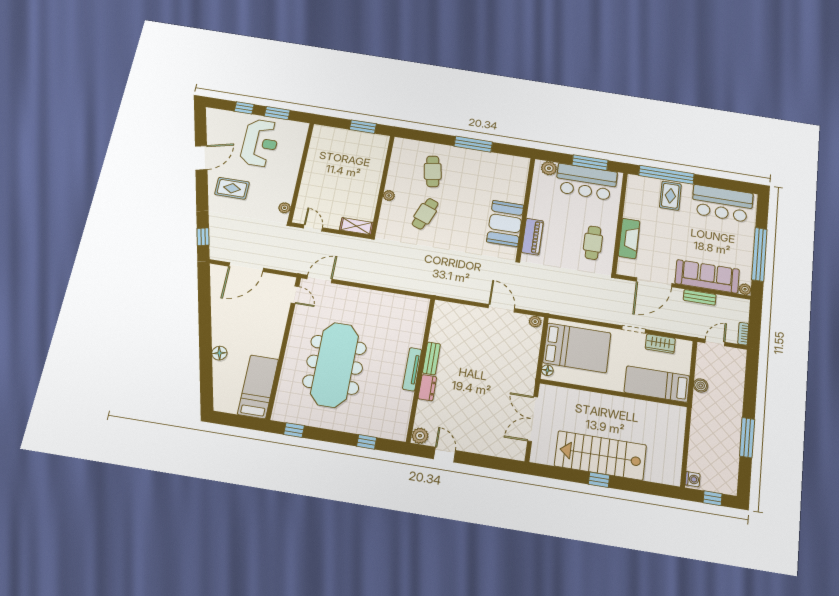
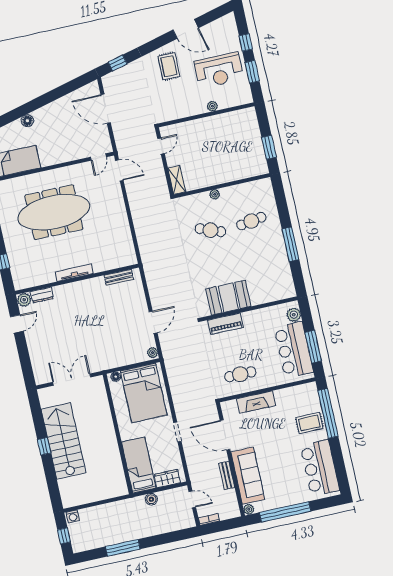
plant: (285, 208) -> (212, 106), moved
wardrobe: (660, 344) -> (167, 479), moved, turned 90
bench: (431, 358) -> (119, 277), moved
dresser: (427, 388) -> (42, 295), moved

